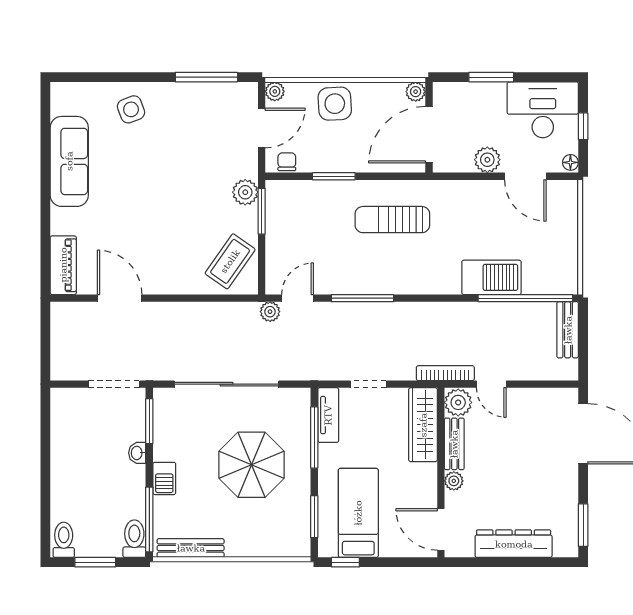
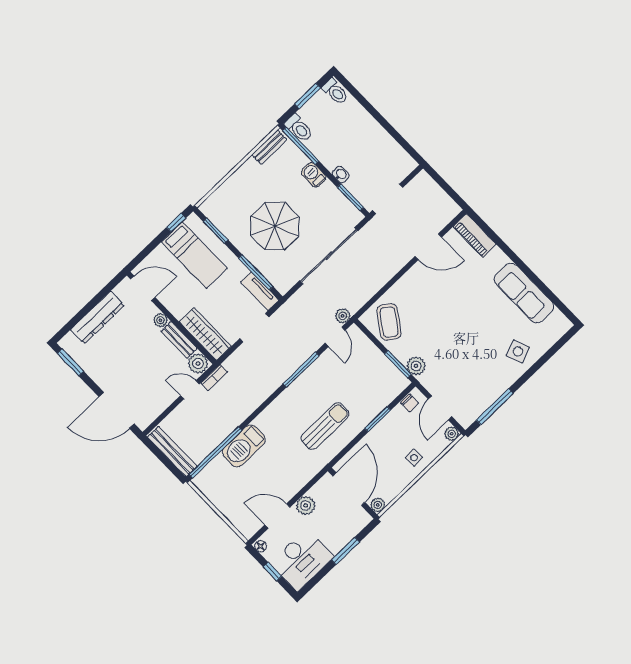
side table: (335, 104) -> (414, 458), width x0.54, depth x0.54
bench: (568, 330) -> (172, 452), width x1.36
bookcase: (445, 373) -> (214, 378), width x0.64
doorway: (368, 384) -> (254, 328), width x1.38
bench: (191, 548) -> (269, 147), width x0.73

